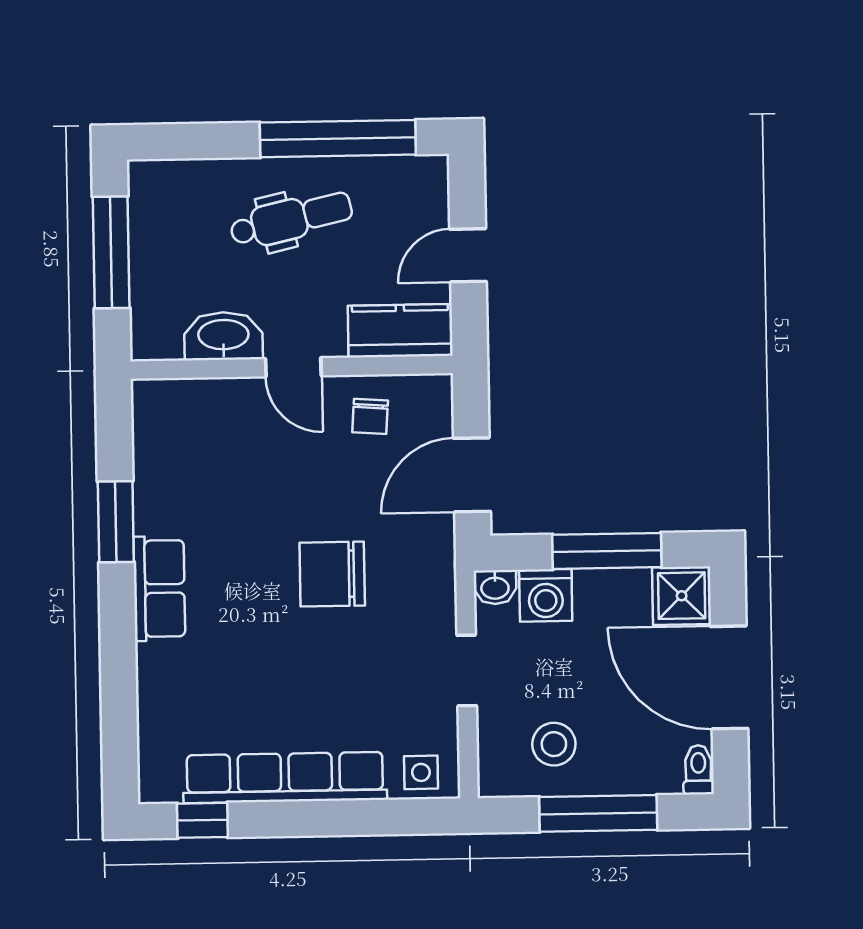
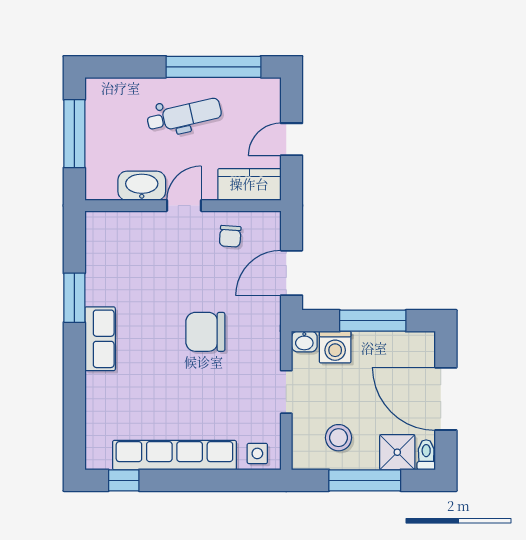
door: (293, 367) -> (184, 206), swing flipped
shower: (682, 596) -> (397, 452), moved

